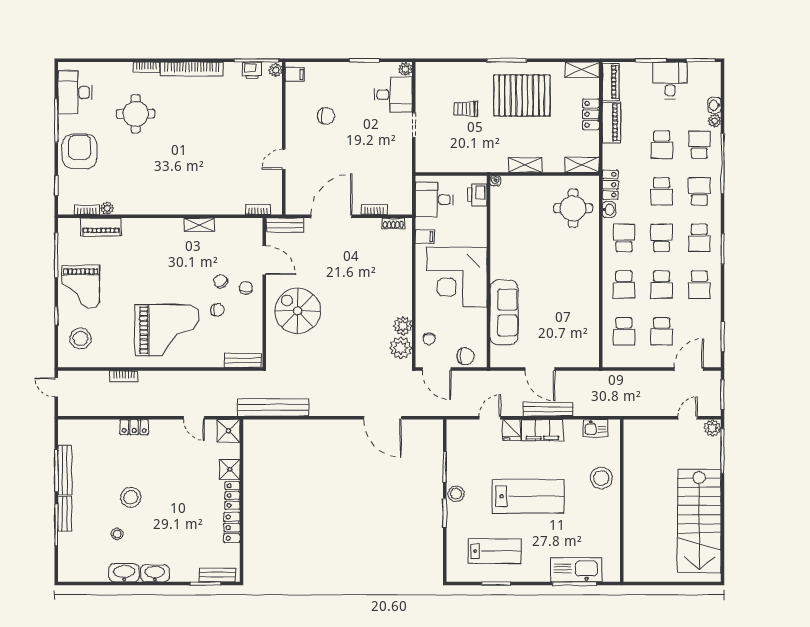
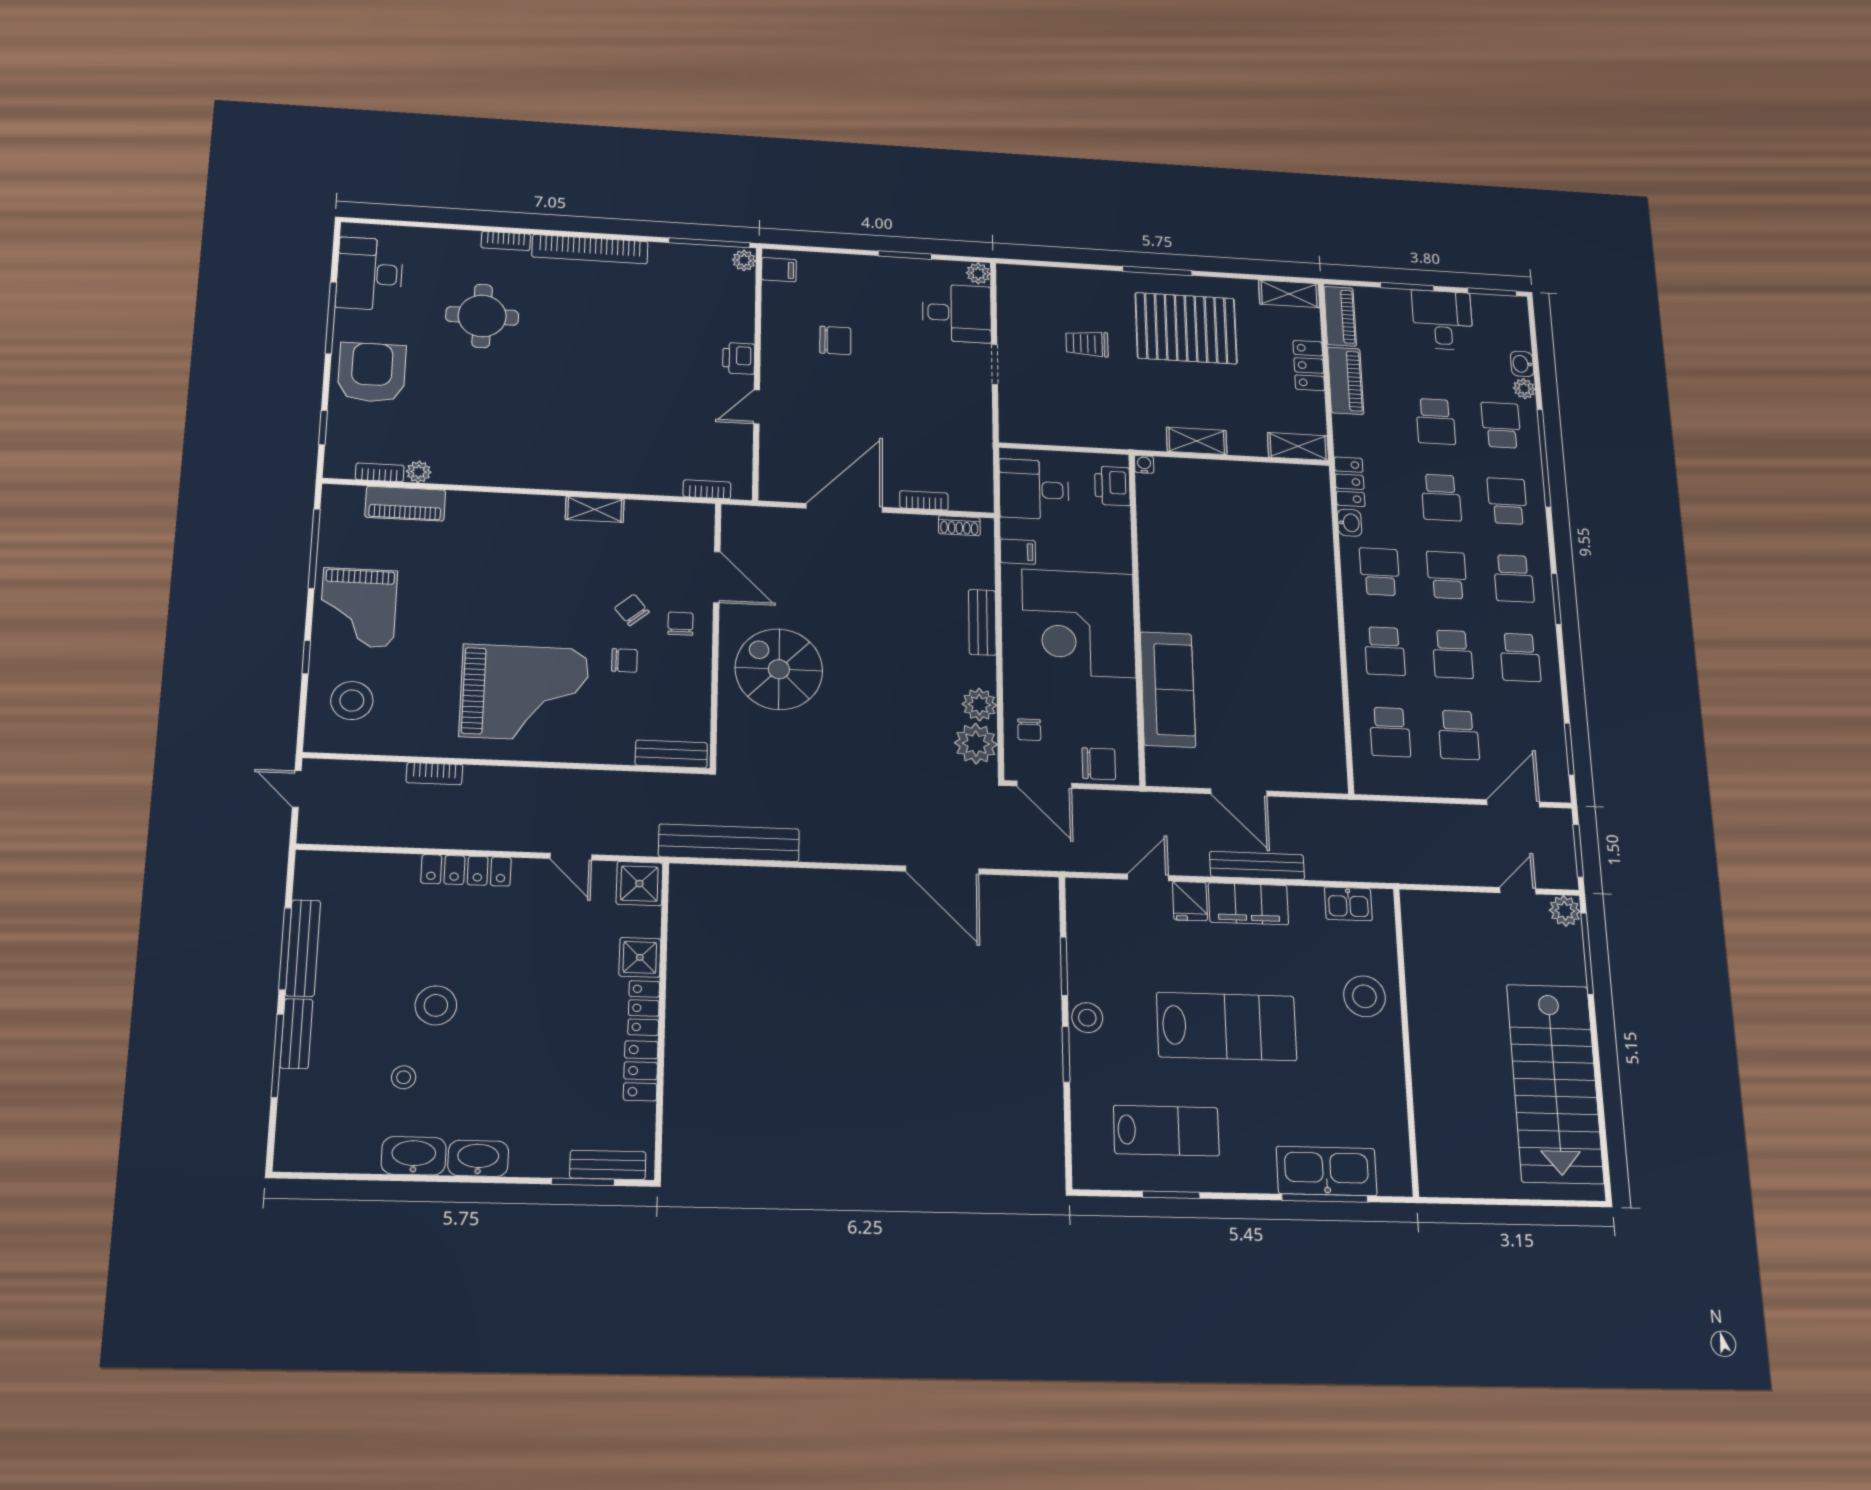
printer: (252, 70) -> (739, 358), moved, turned 90
round table: (573, 208) -> (1286, 517), removed
bench: (285, 225) -> (982, 622), moved, turned 90
locker: (134, 427) -> (466, 870), width x1.53

